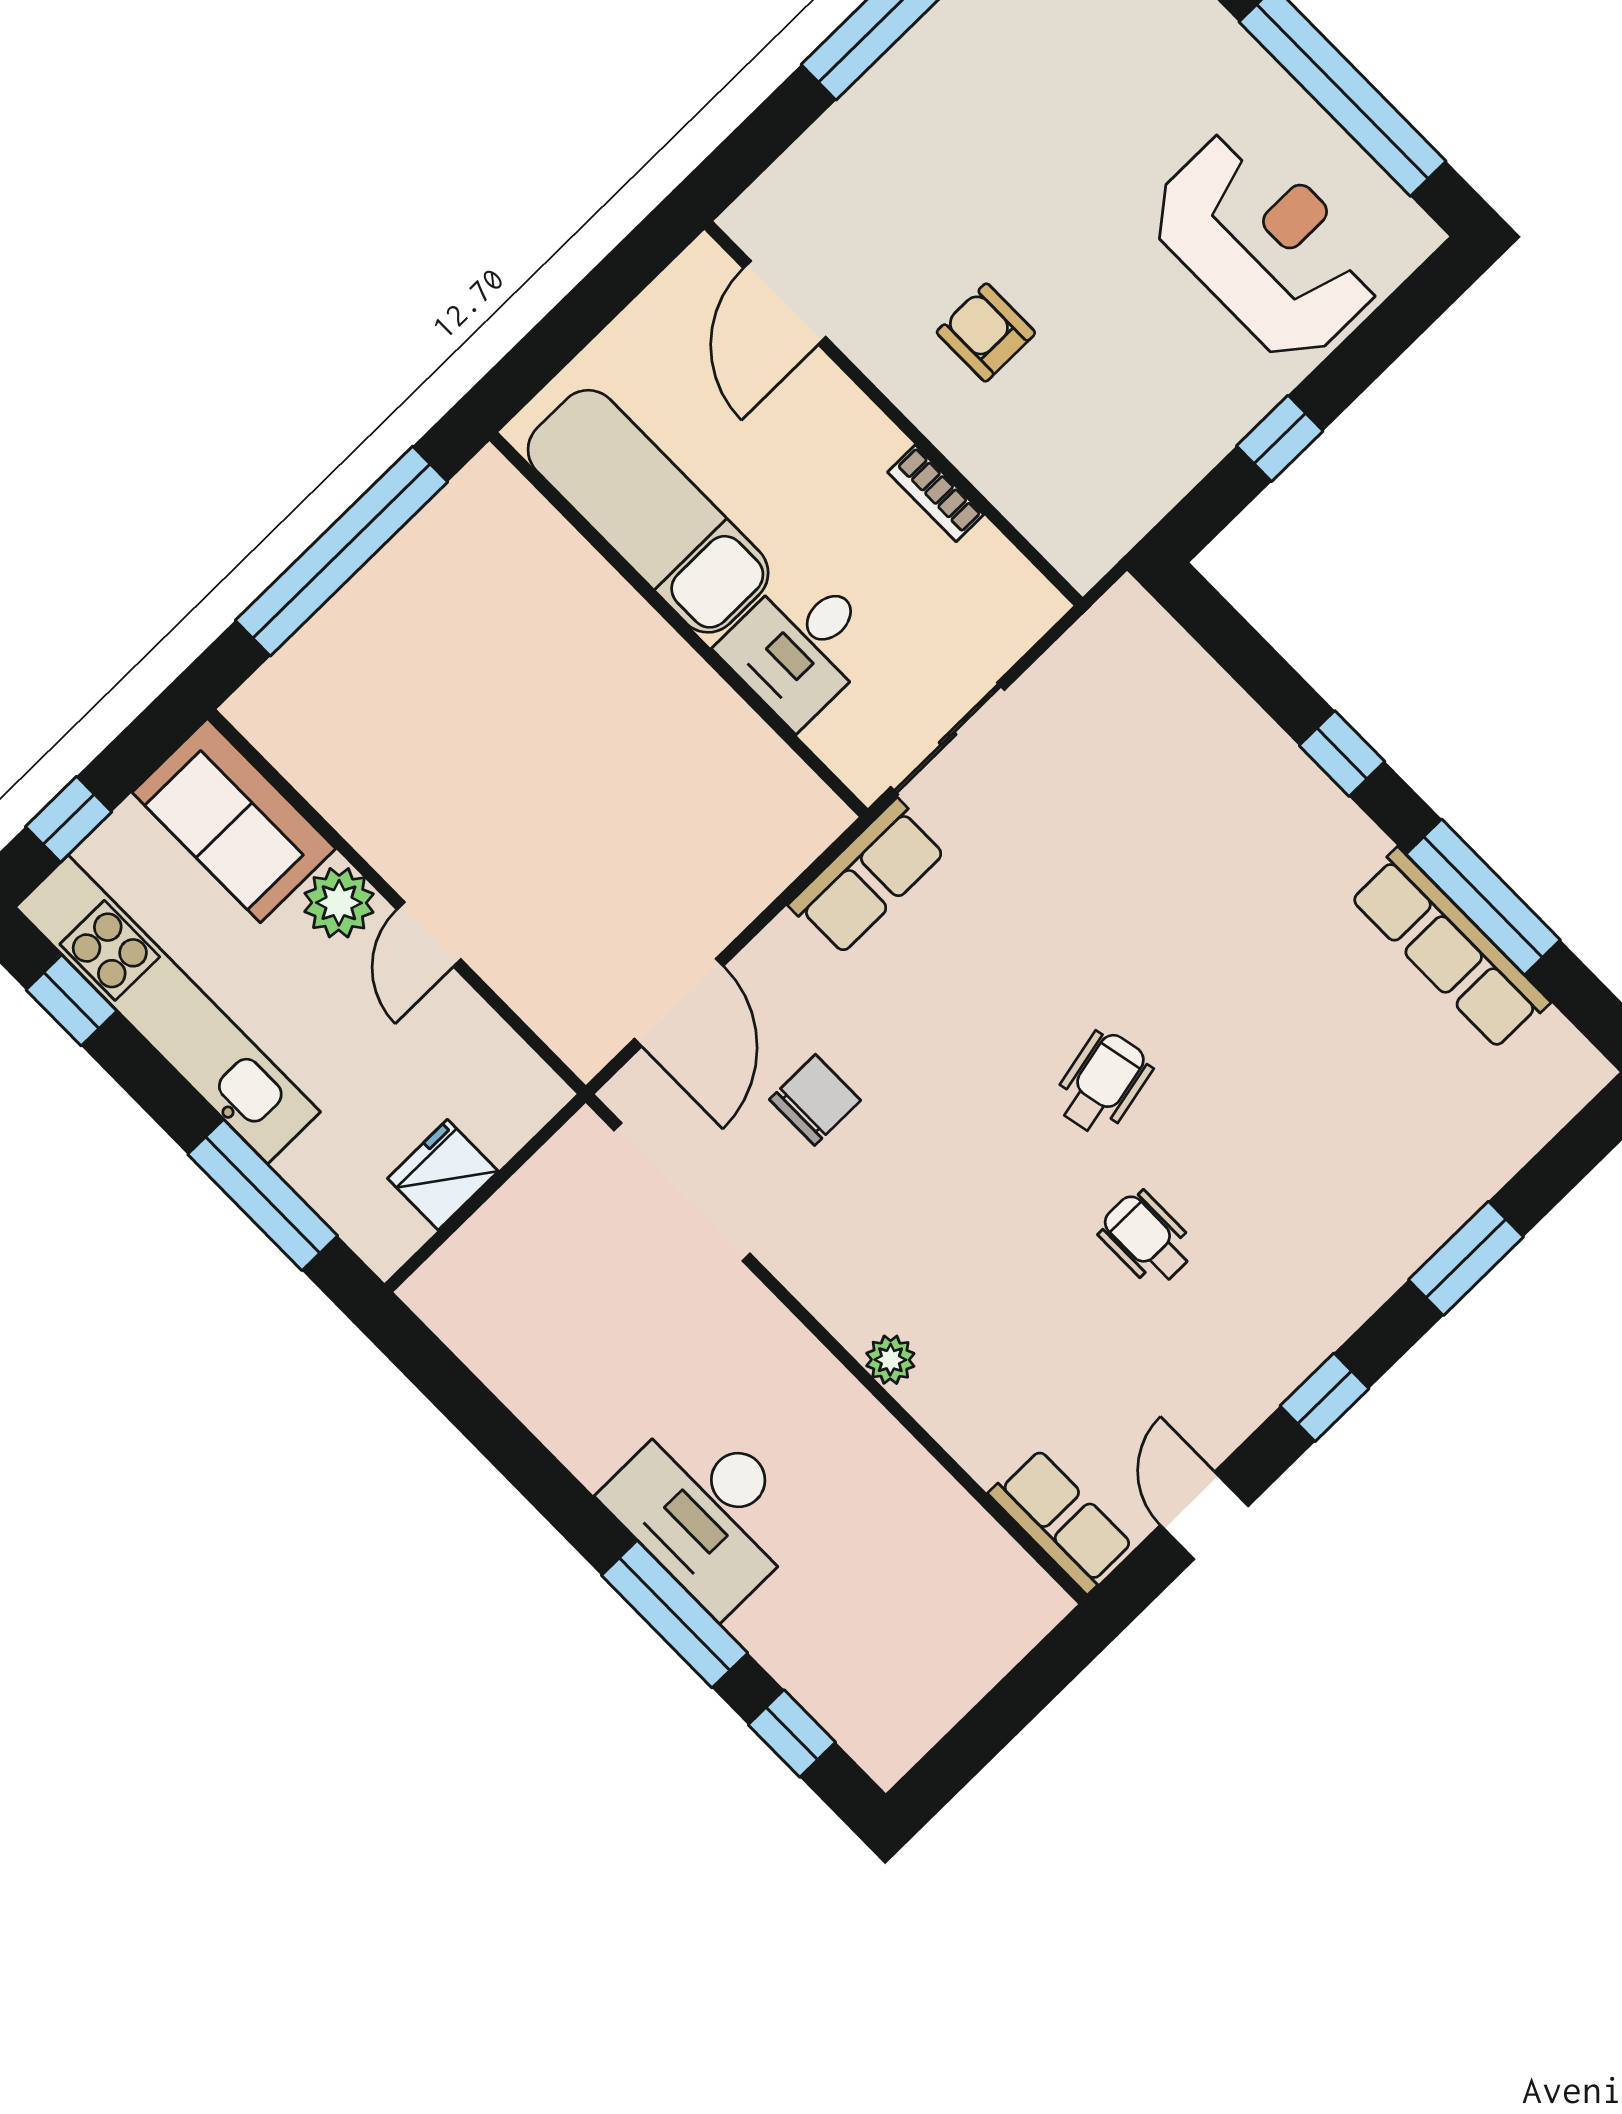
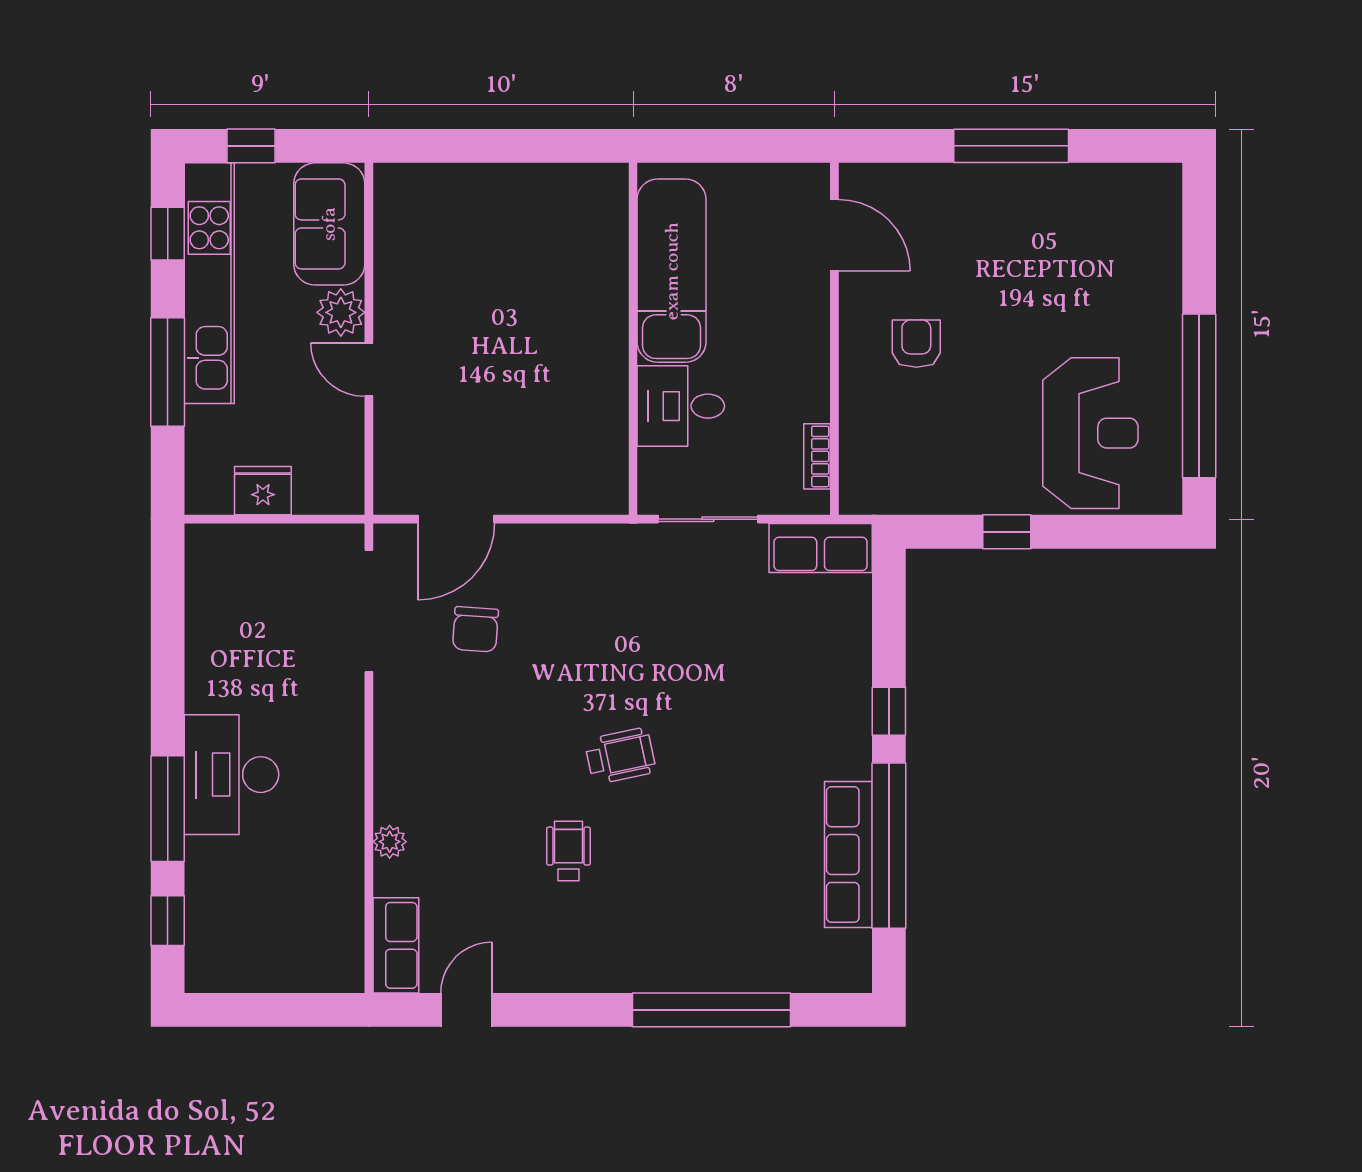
door: (785, 303) -> (834, 235), swing flipped
bookcase: (936, 493) -> (817, 456), moved
window: (342, 551) -> (507, 146), removed
row of seats: (868, 877) -> (821, 548), moved
window: (1483, 897) -> (889, 846), width x1.46
door: (429, 934) -> (369, 370), hinge flipped
chair: (815, 1100) -> (475, 629), turned 94
window: (263, 1195) -> (168, 372), moved
window: (1466, 1258) -> (711, 1010), width x2.11
plant: (890, 1360) -> (390, 842), moved
window: (1325, 1397) -> (579, 1010), removed

